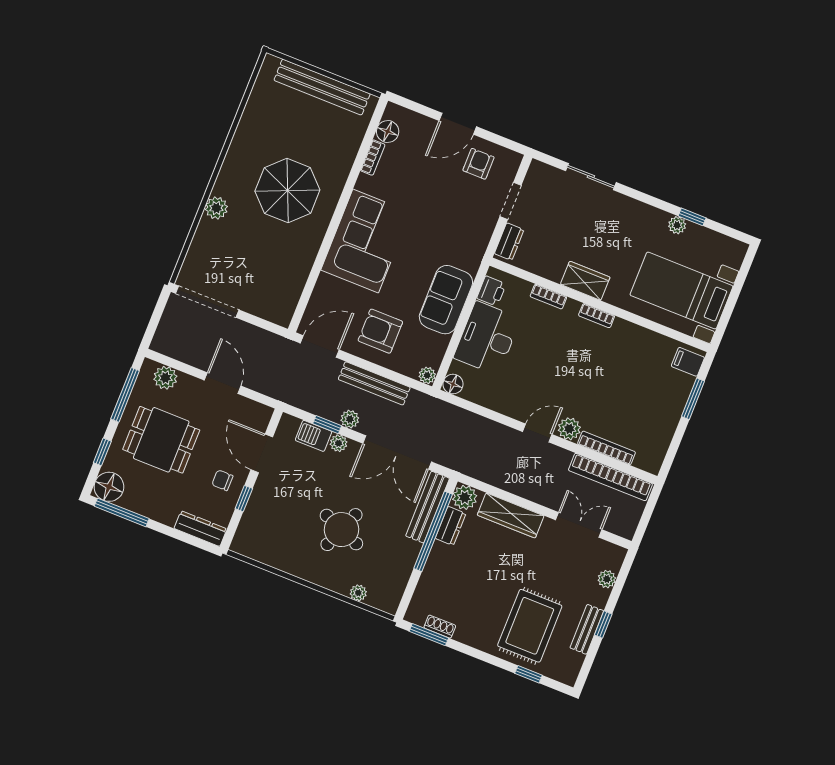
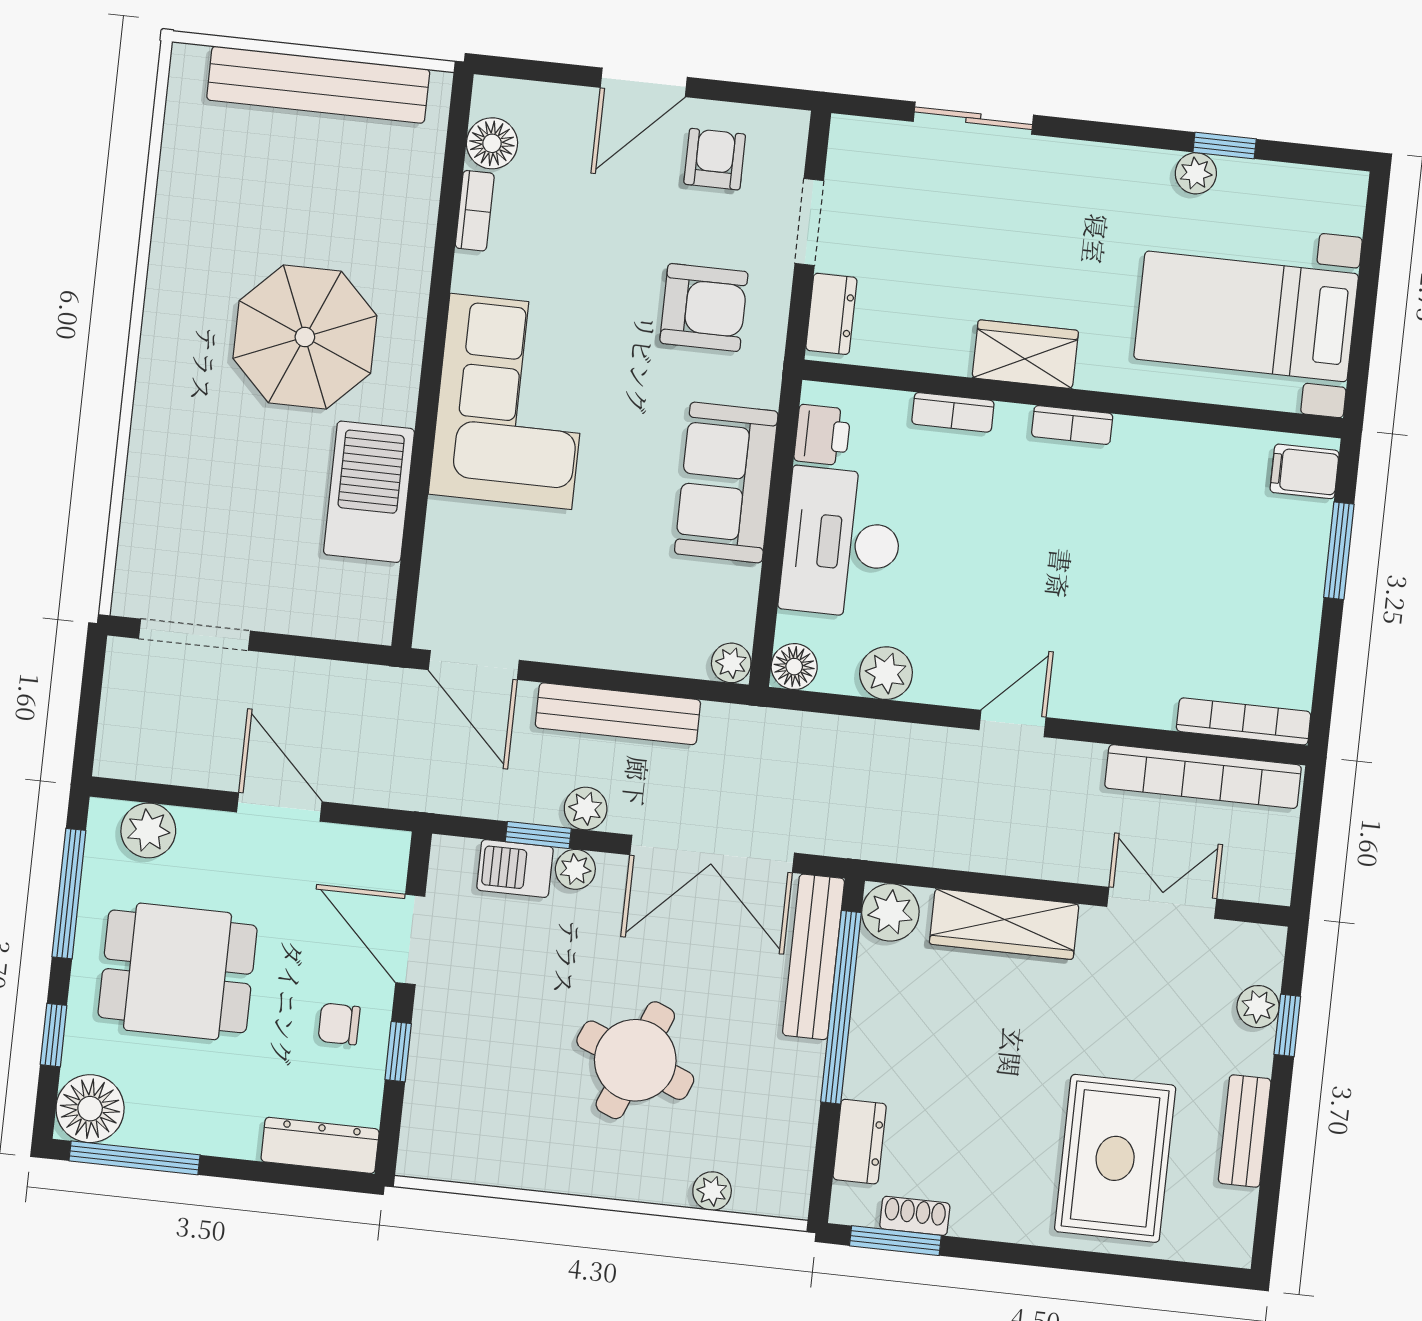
plant: (216, 208) -> (157, 420), removed
barbecue: (296, 262) -> (369, 492), added
doorway: (207, 302) -> (195, 635), width x0.73
armchair: (380, 331) -> (704, 307), moved, turned 180
door: (320, 346) -> (474, 665), swing flipped
plant: (569, 429) -> (886, 673), moved
bookcase: (606, 448) -> (1244, 721), moved
dresser: (451, 526) -> (860, 1142), moved
window: (603, 624) -> (1287, 1025), moved
window: (529, 674) -> (1142, 1267), removed

